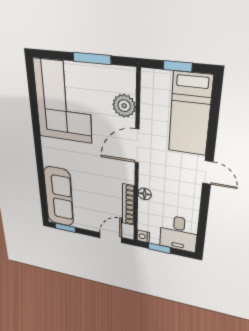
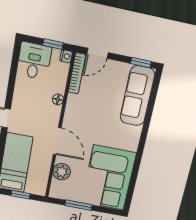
door: (137, 146) -> (57, 141), hinge flipped
bookcase: (128, 205) -> (77, 73), moved

